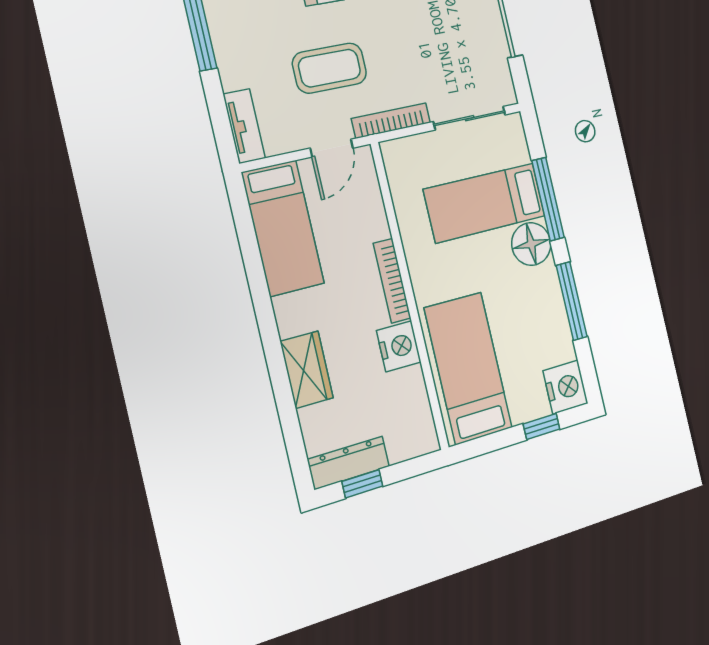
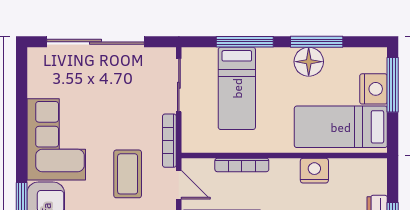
floor lamp: (531, 244) -> (309, 62), moved
bookcase: (392, 281) -> (242, 165), moved
nightstand: (566, 387) -> (374, 89), moved, turned 90
window: (542, 427) -> (393, 85), width x2.17

